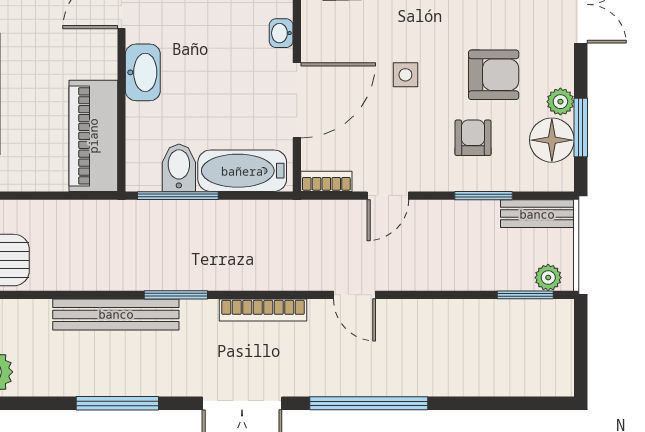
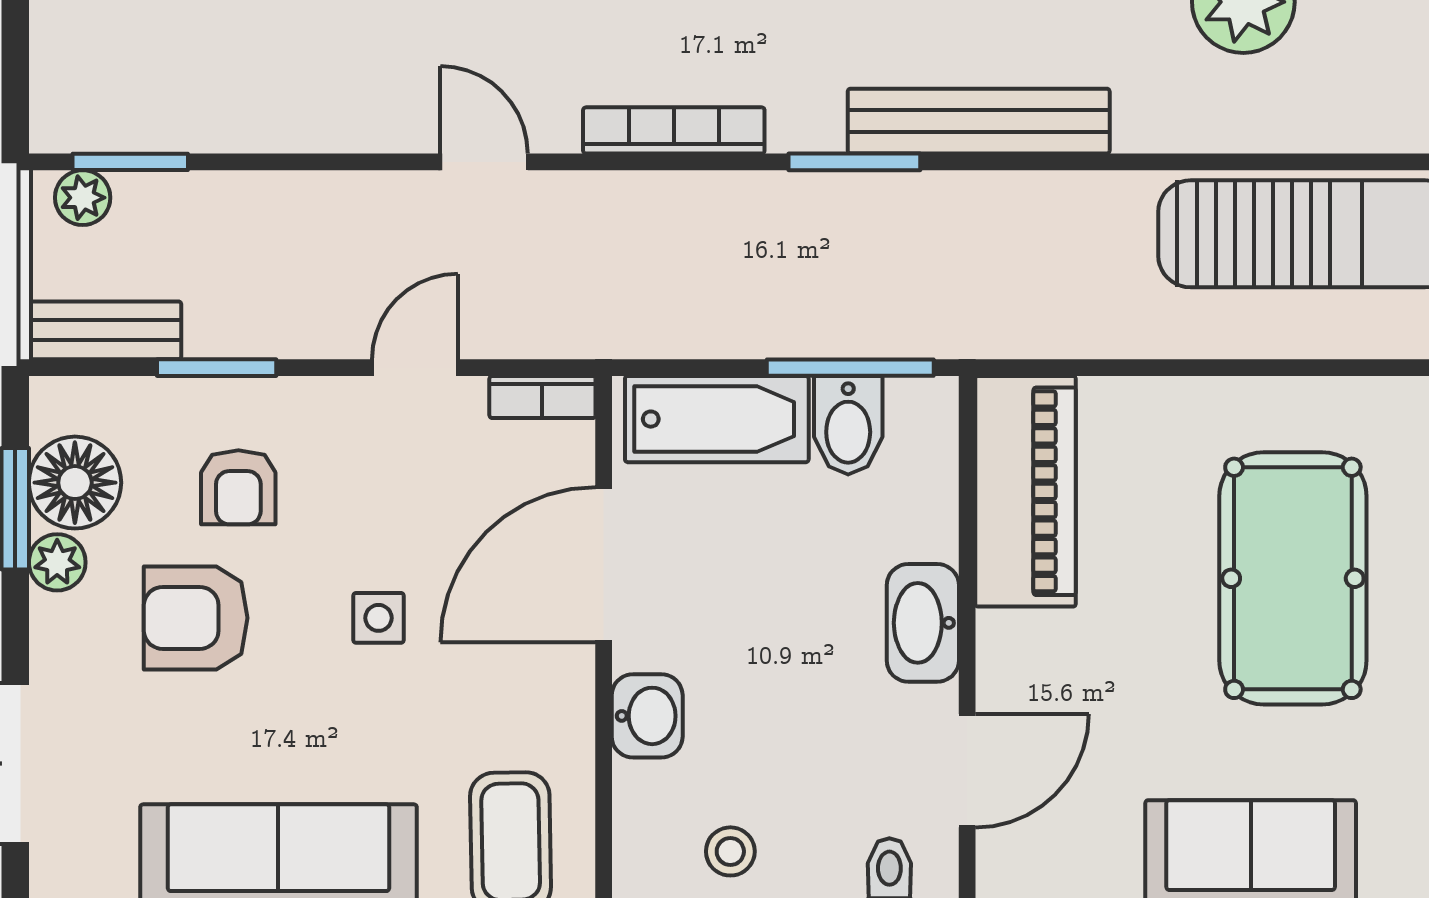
washbasin: (281, 33) -> (647, 716), width x1.38, depth x1.45

